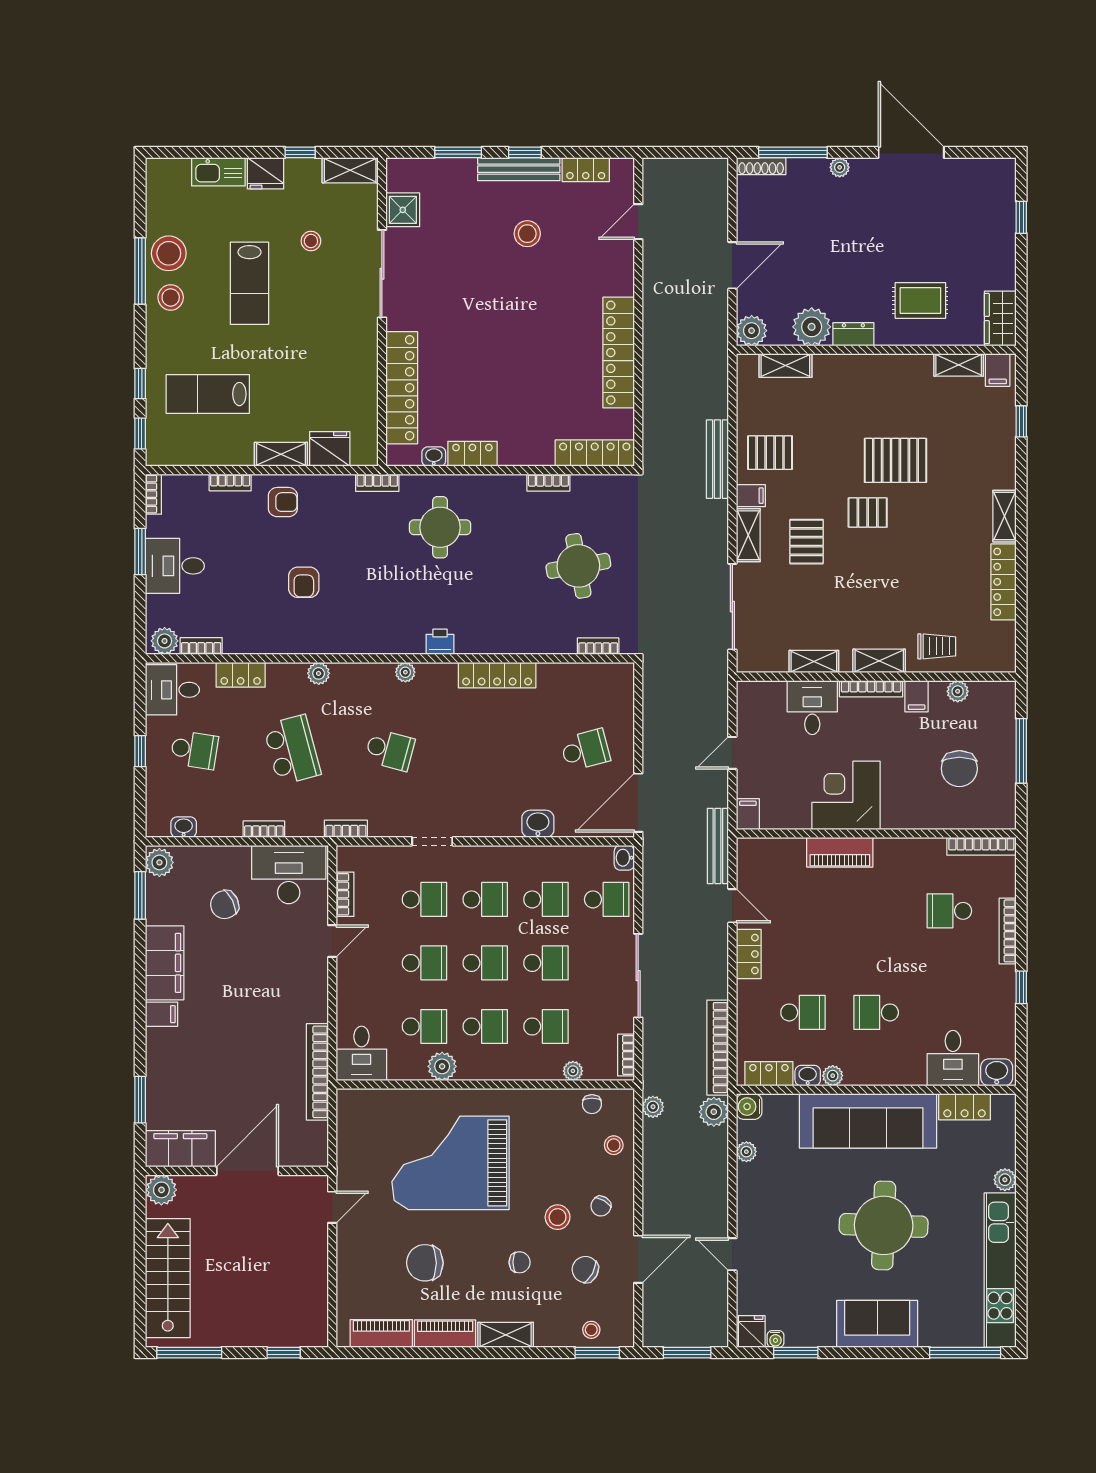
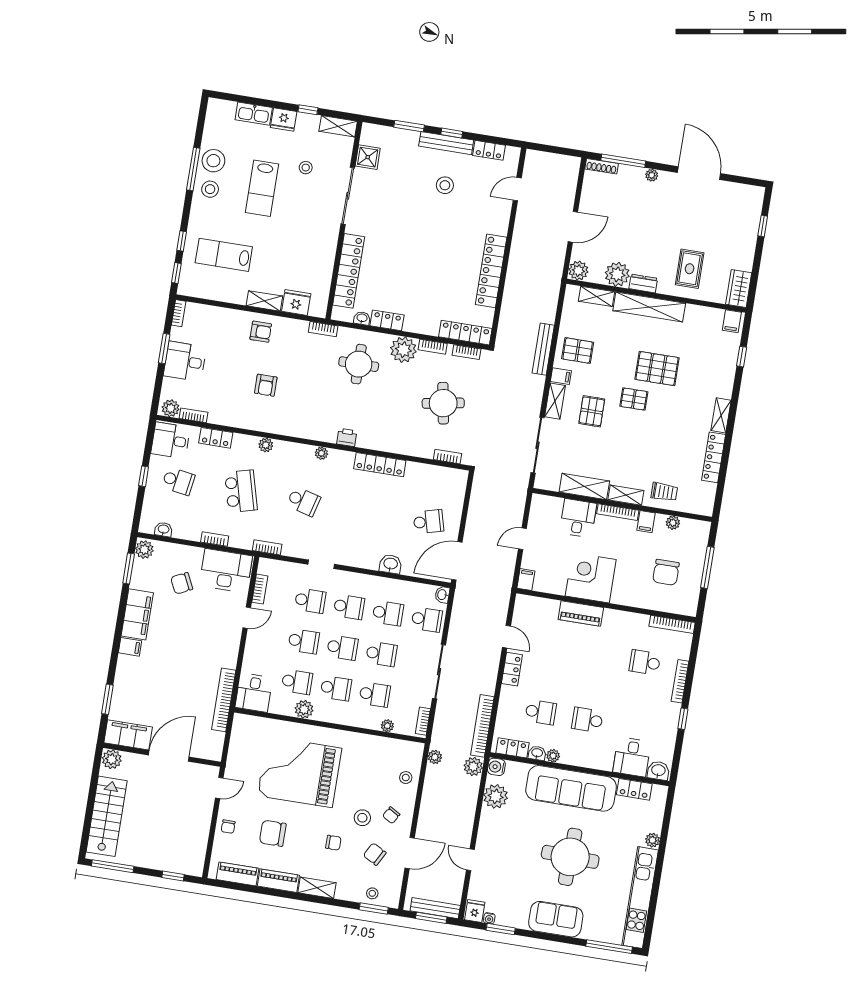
rug: (920, 300) -> (690, 269), turned 90
shelving: (959, 365) -> (649, 307), moved, width x2.20, depth x1.33
bookcase: (230, 482) -> (466, 352), moved
plant: (505, 494) -> (403, 350), added
shelving: (814, 662) -> (584, 486), width x1.50, depth x1.33
bench: (718, 846) -> (435, 908), moved, turned 90
chair: (592, 1104) -> (228, 827), moved
plant: (746, 1152) -> (496, 796), width x1.87, depth x1.87

